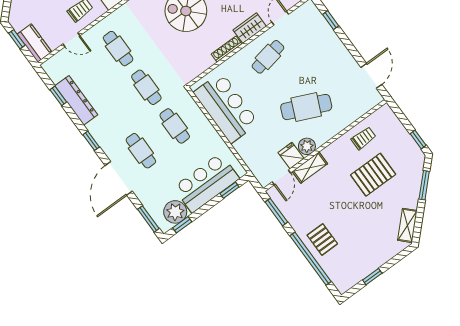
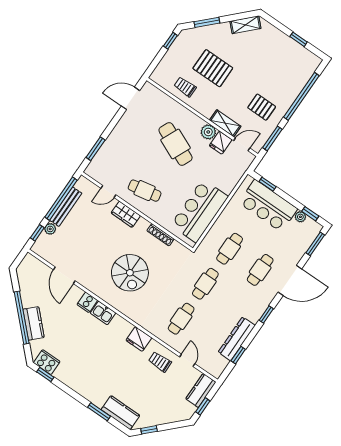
window: (331, 20) -> (96, 149), width x1.50
shoe rack: (226, 49) -> (160, 235), moved
plant: (175, 212) -> (300, 217), width x0.53, depth x0.53
pallet: (322, 239) -> (262, 107), moved, turned 90

